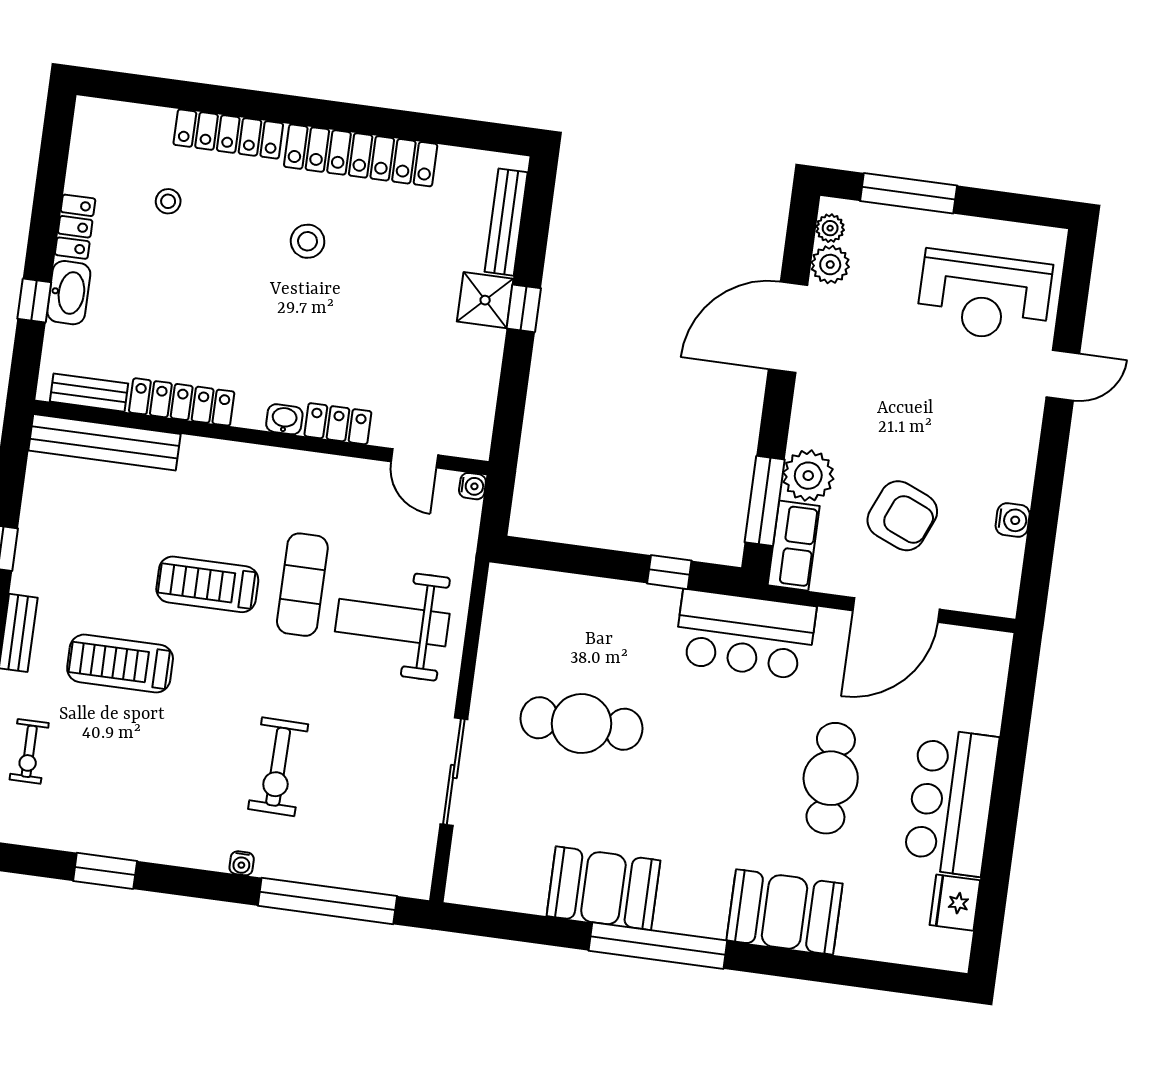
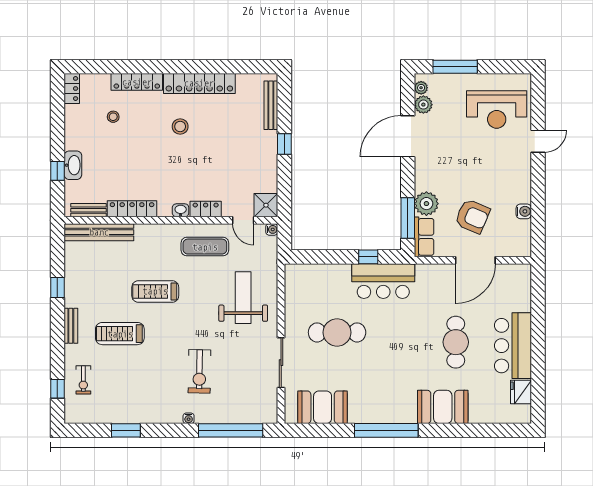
locker: (75, 227) -> (72, 88), moved
shower: (485, 300) -> (266, 205), moved
exercise mat: (302, 585) -> (205, 247), moved, turned 90
weight bench: (392, 623) -> (243, 298), turned 90
bar counter: (745, 635) -> (383, 281), moved
booth: (603, 888) -> (323, 407), moved

